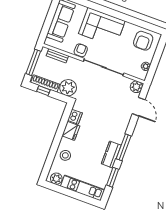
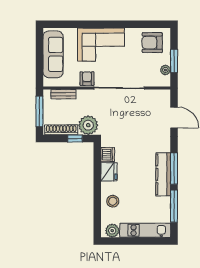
armchair: (143, 41) -> (152, 43), turned 90
window: (155, 62) -> (174, 61), added
plant: (136, 87) -> (163, 96), removed
window: (43, 91) -> (75, 138), moved
kitchen counter: (111, 154) -> (163, 174), width x1.50
window: (113, 177) -> (174, 206), width x1.44

